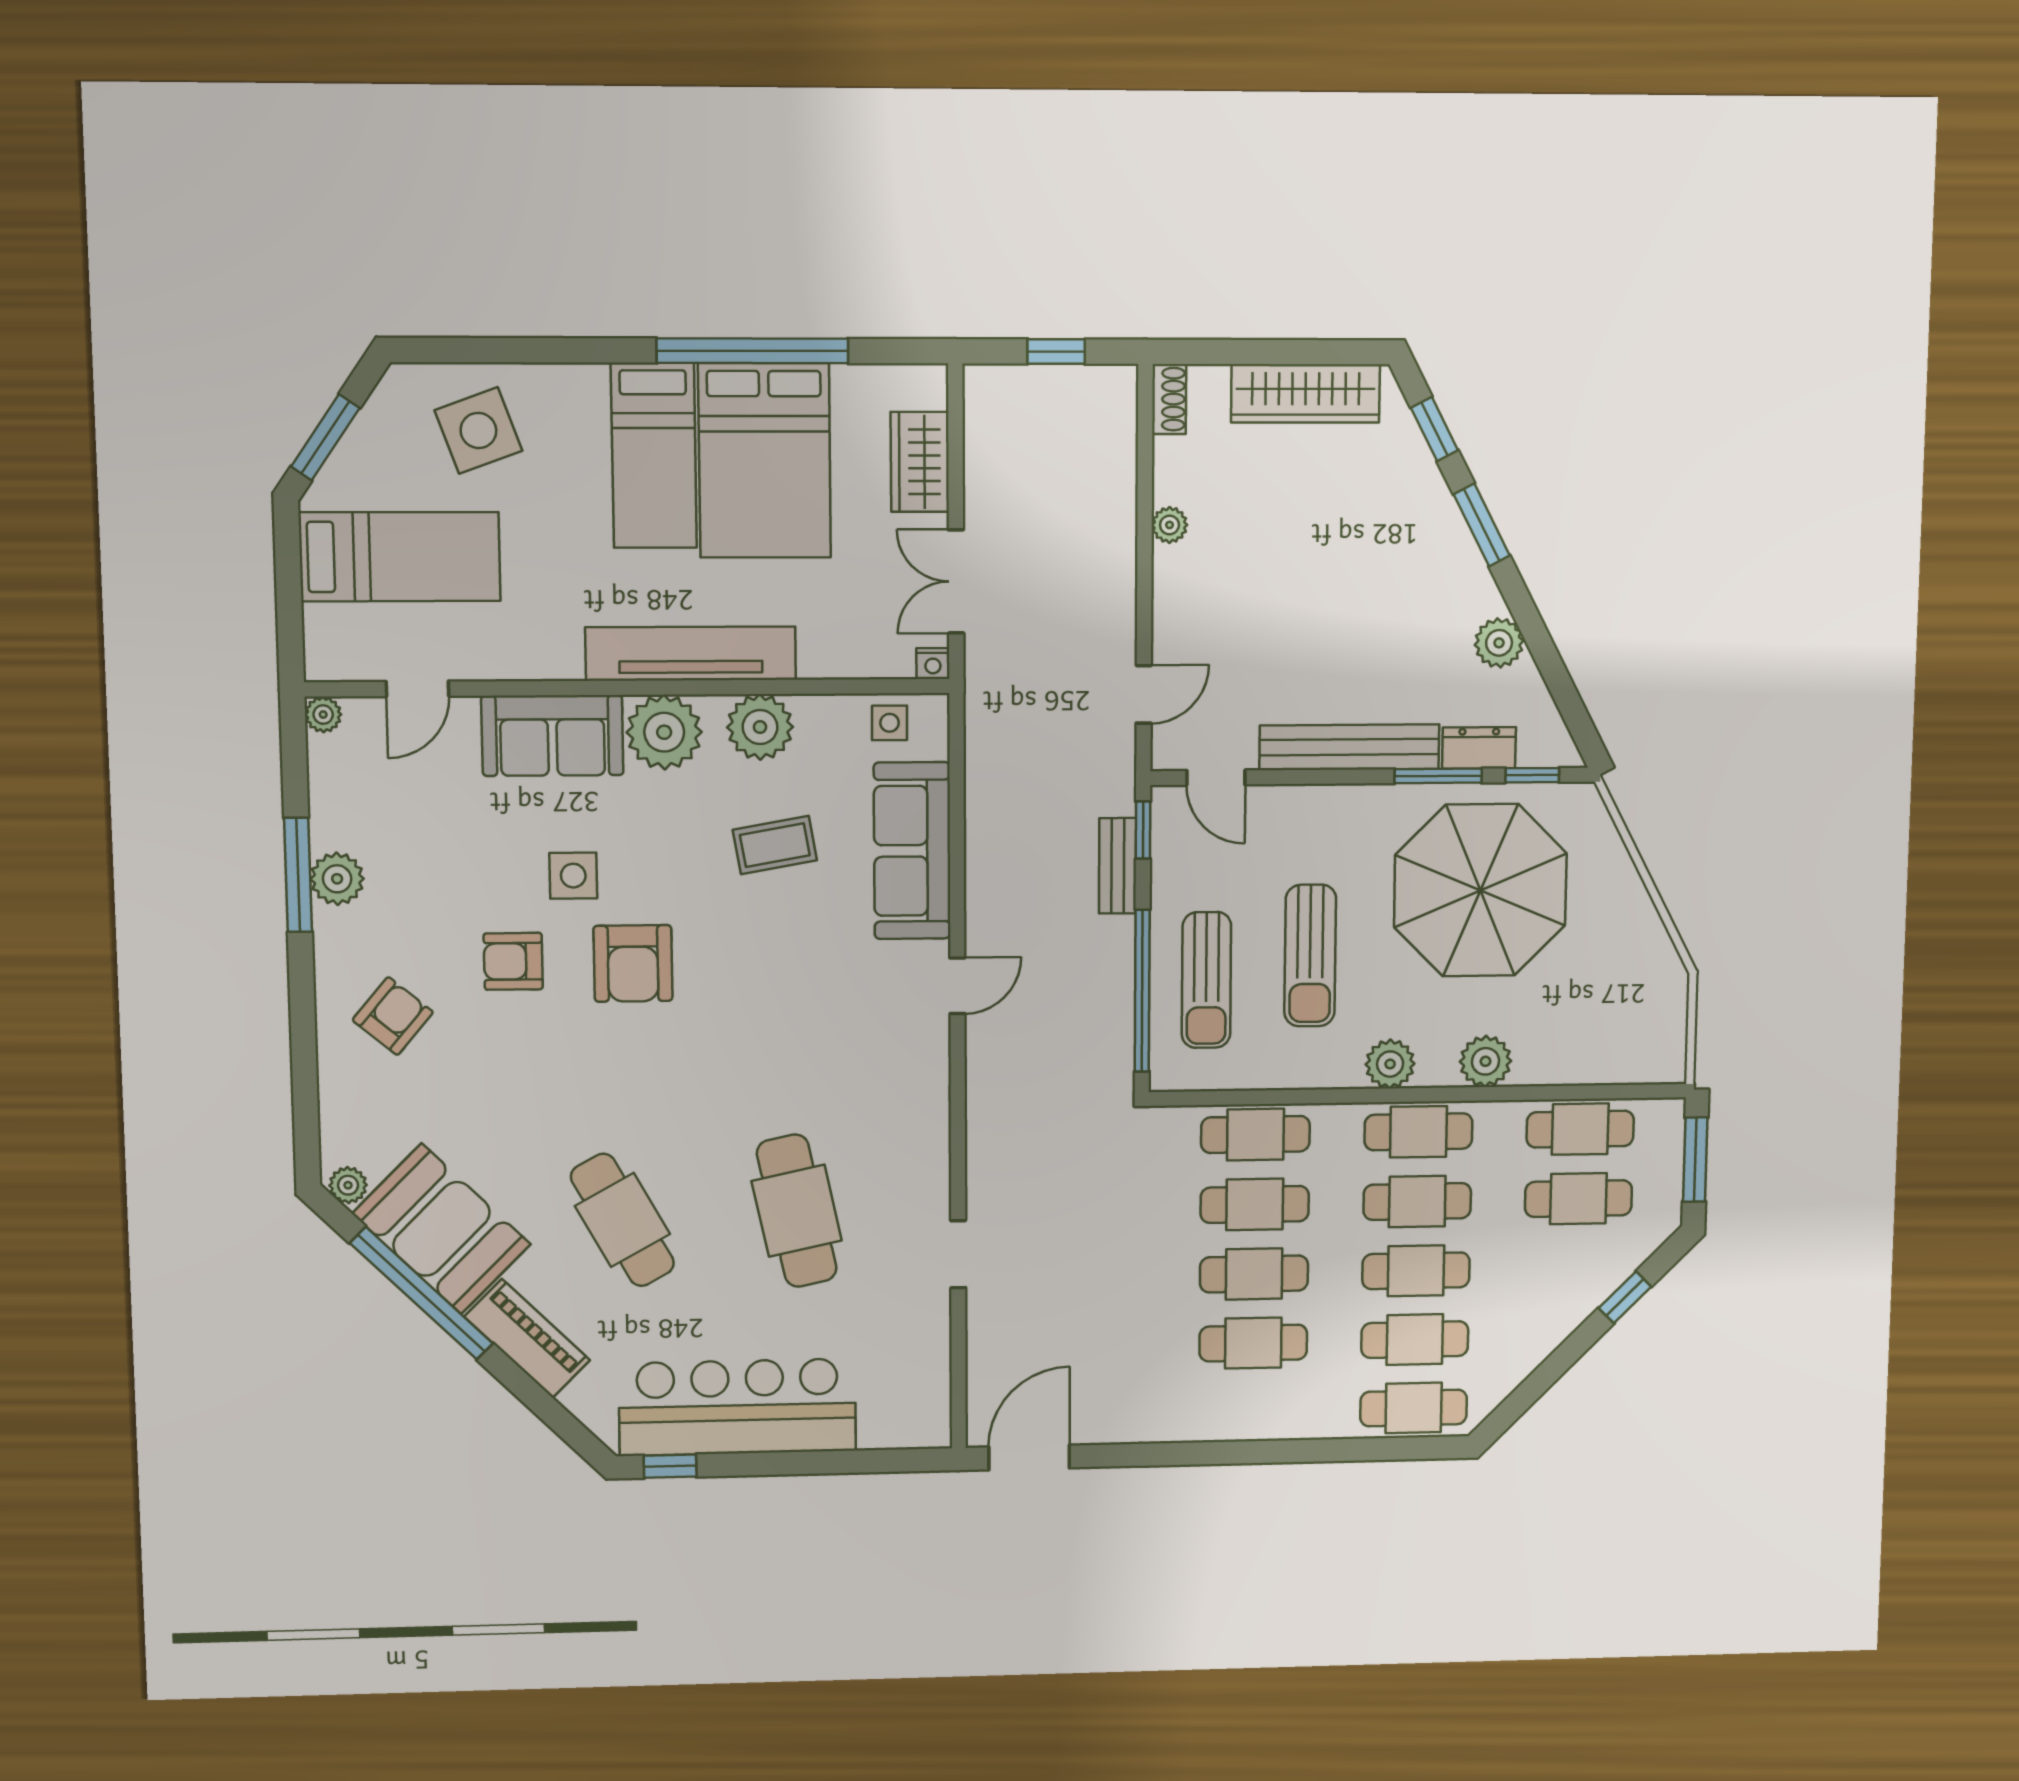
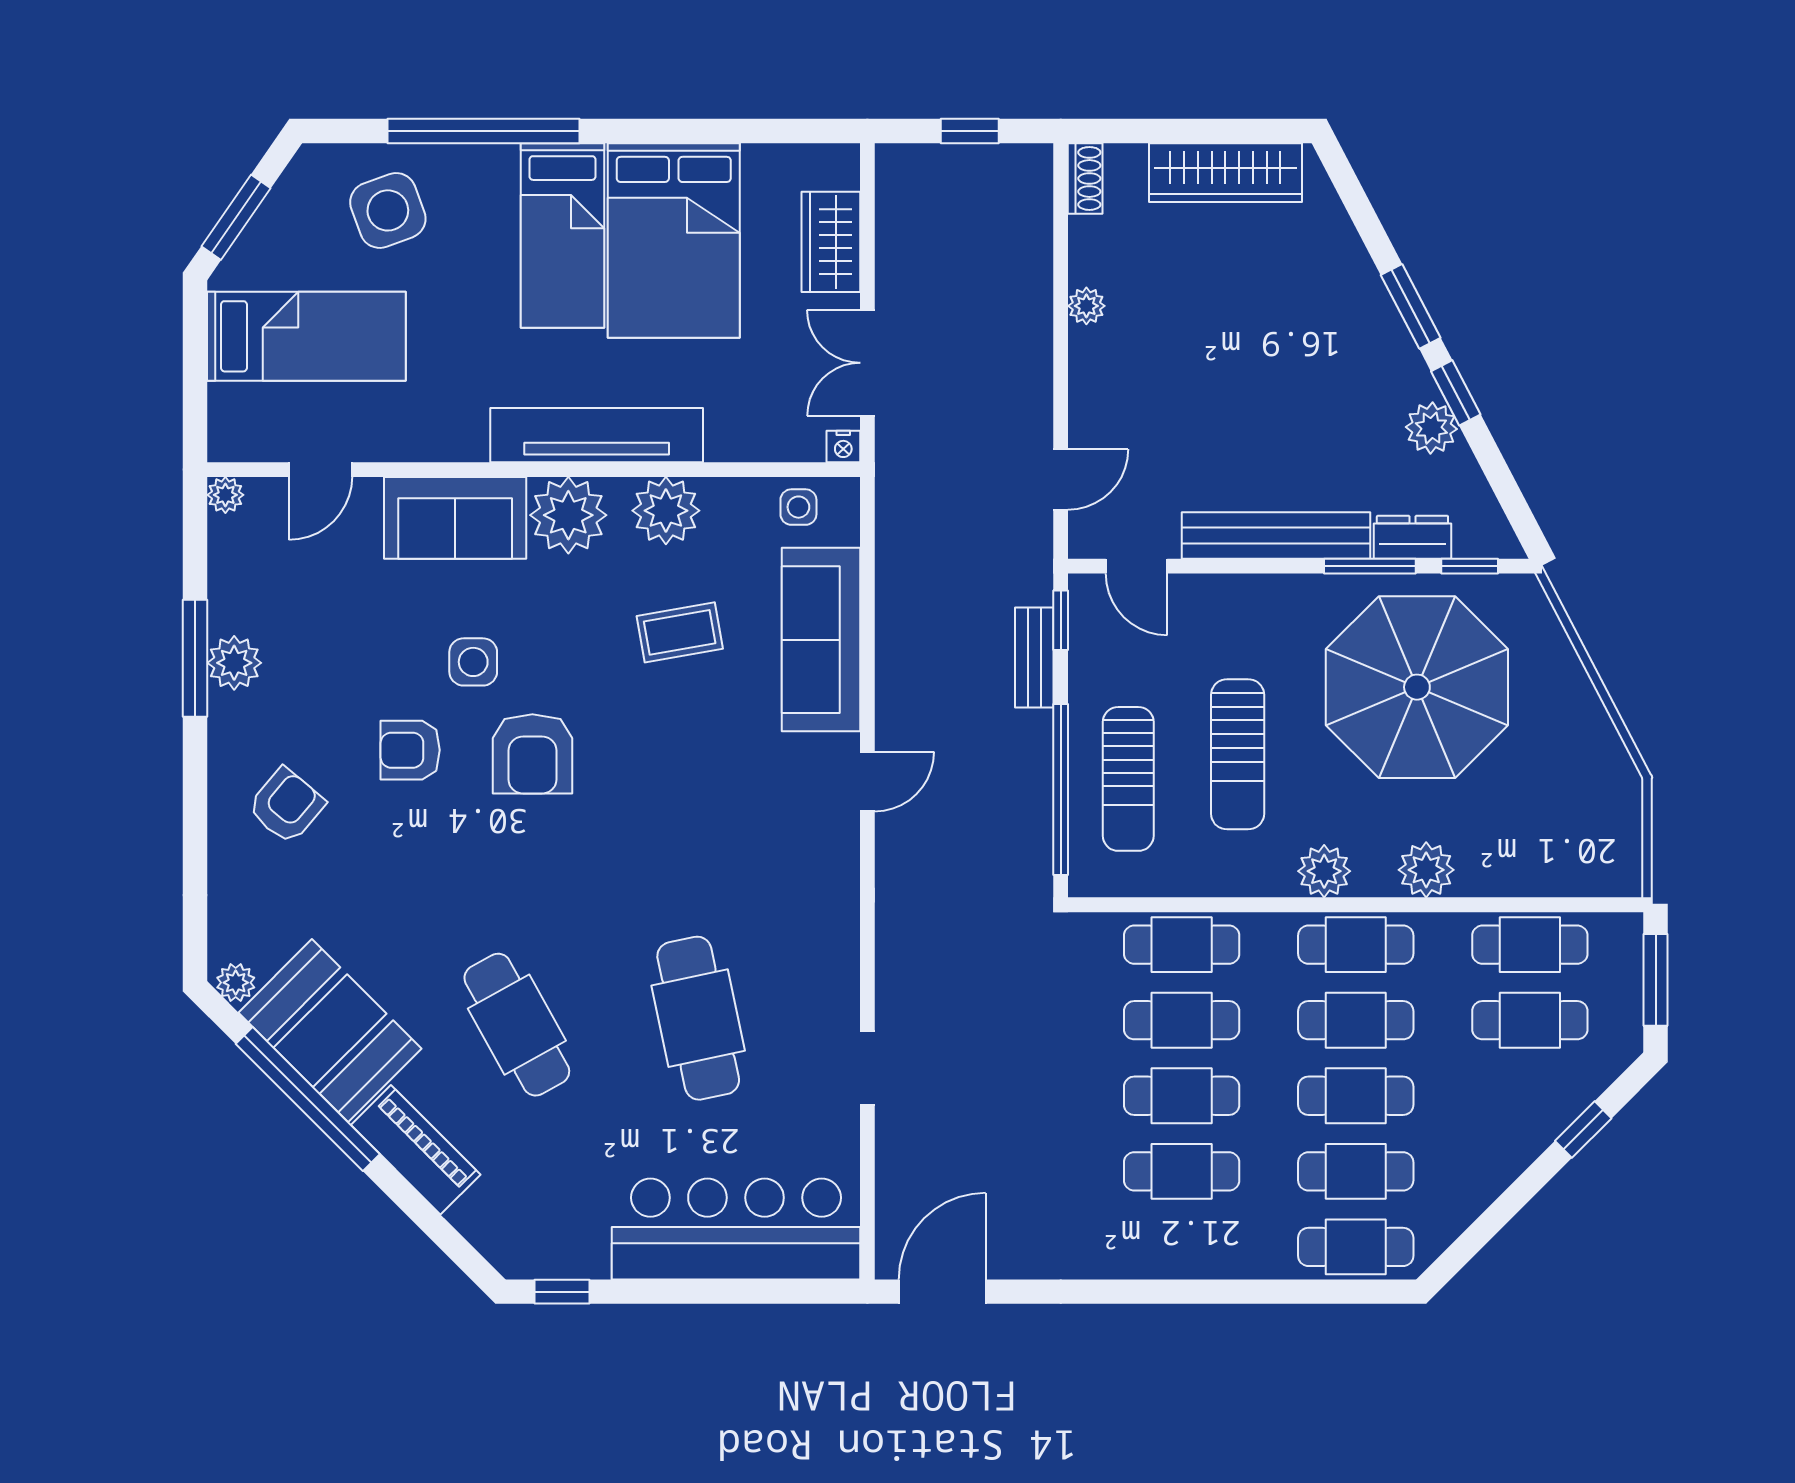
window: (753, 351) -> (483, 131), moved
window: (1434, 429) -> (1456, 393), moved
bar counter: (738, 1407) -> (736, 1229), moved

